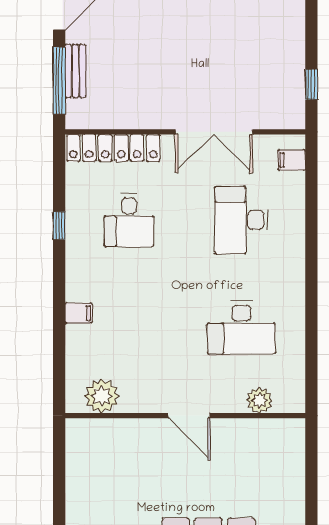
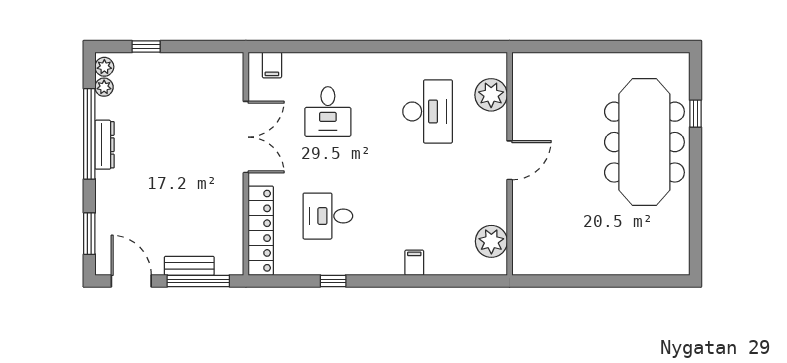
window: (311, 84) -> (146, 47), moved
desk: (129, 220) -> (328, 216), turned 180
desk: (241, 220) -> (328, 111), width x0.73
plant: (259, 400) -> (491, 95), width x1.36, depth x1.36

